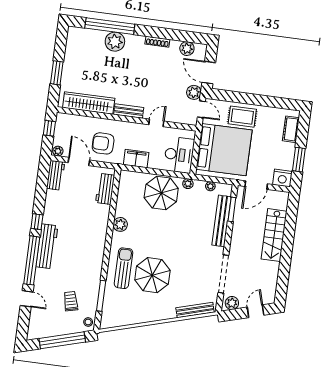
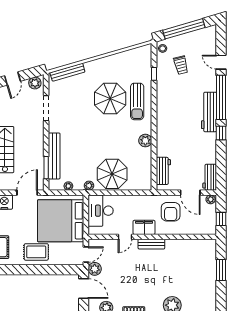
wardrobe: (89, 103) -> (189, 247), removed
door: (201, 109) -> (86, 255), swing flipped
rug: (242, 117) -> (36, 252), moved
armchair: (103, 143) -> (171, 212), turned 90
filing cabinet: (136, 159) -> (144, 227), moved, turned 180
doorway: (223, 274) -> (46, 108), width x0.73
window: (101, 296) -> (154, 74), width x0.46

